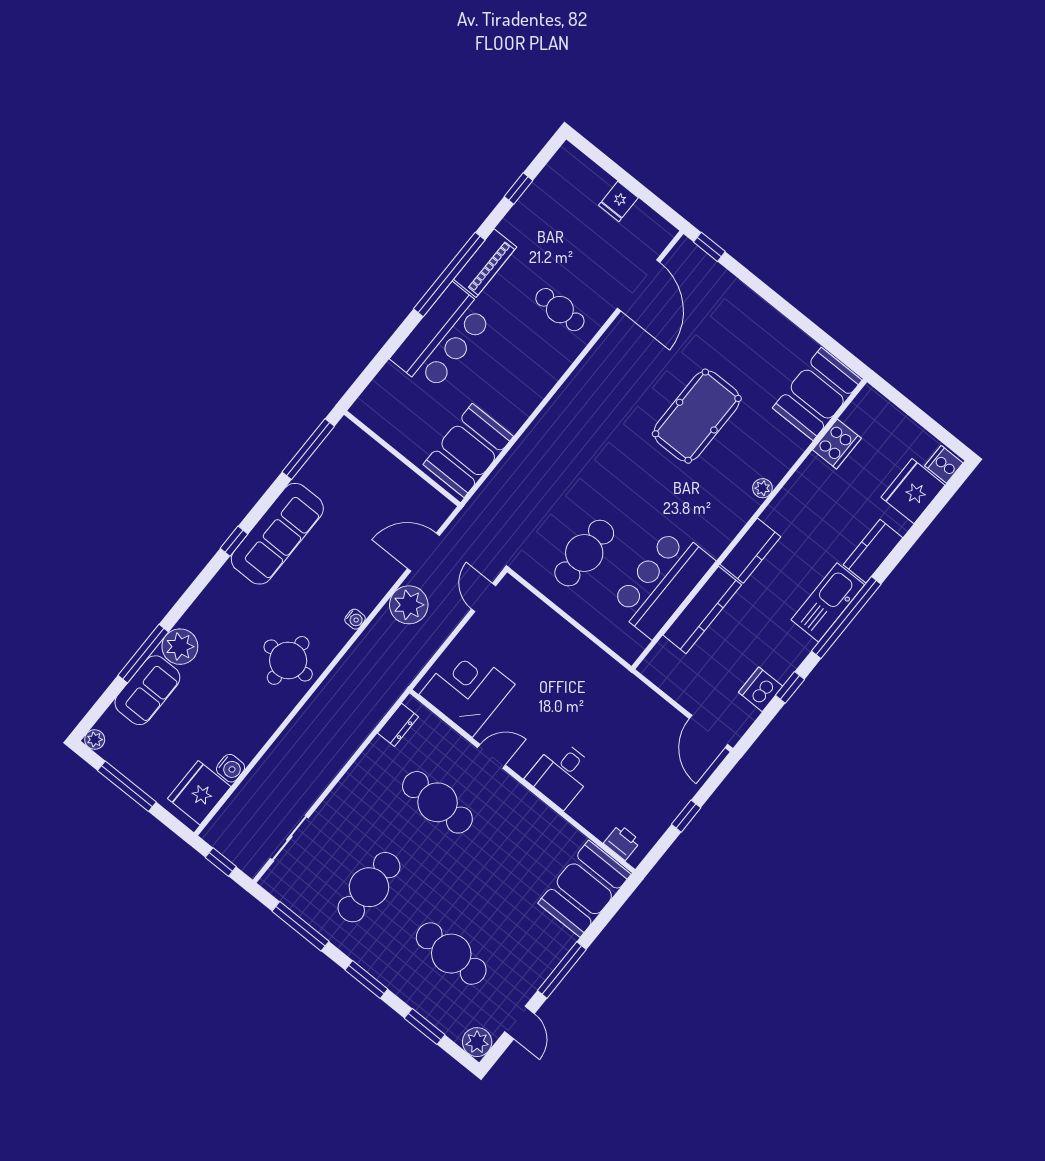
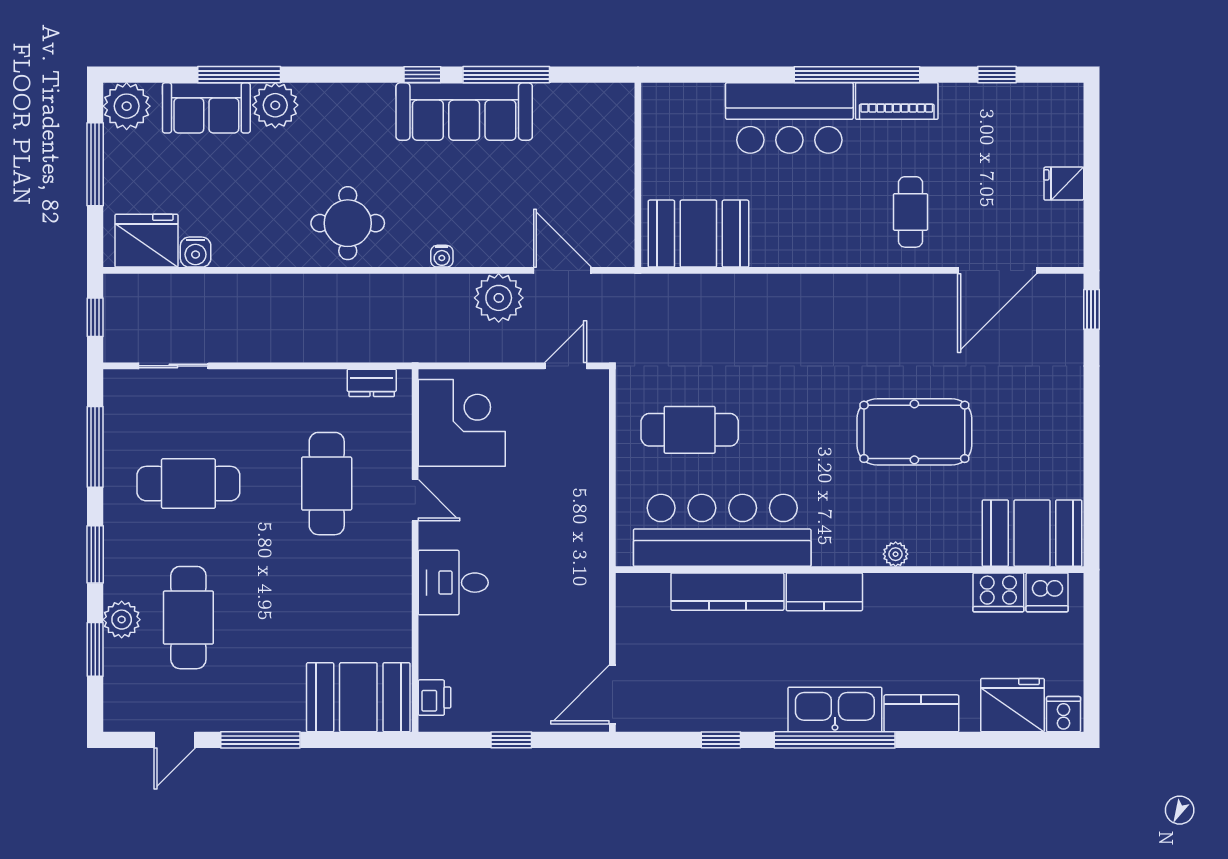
window: (308, 449) -> (506, 75), moved
bar counter: (662, 583) -> (722, 530), width x1.36
dishwasher: (761, 689) -> (1047, 592), moved, turned 180
plant: (95, 739) -> (127, 106), width x1.87, depth x1.87
plant: (477, 1042) -> (122, 620), moved

